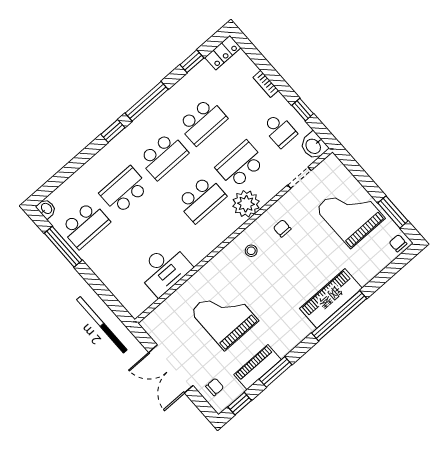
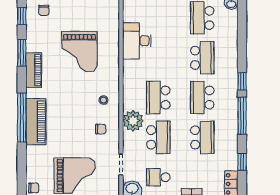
school desk: (202, 121) -> (202, 137), turned 180
grand piano: (224, 316) -> (79, 52), turned 90
piano: (257, 367) -> (34, 70), moved

